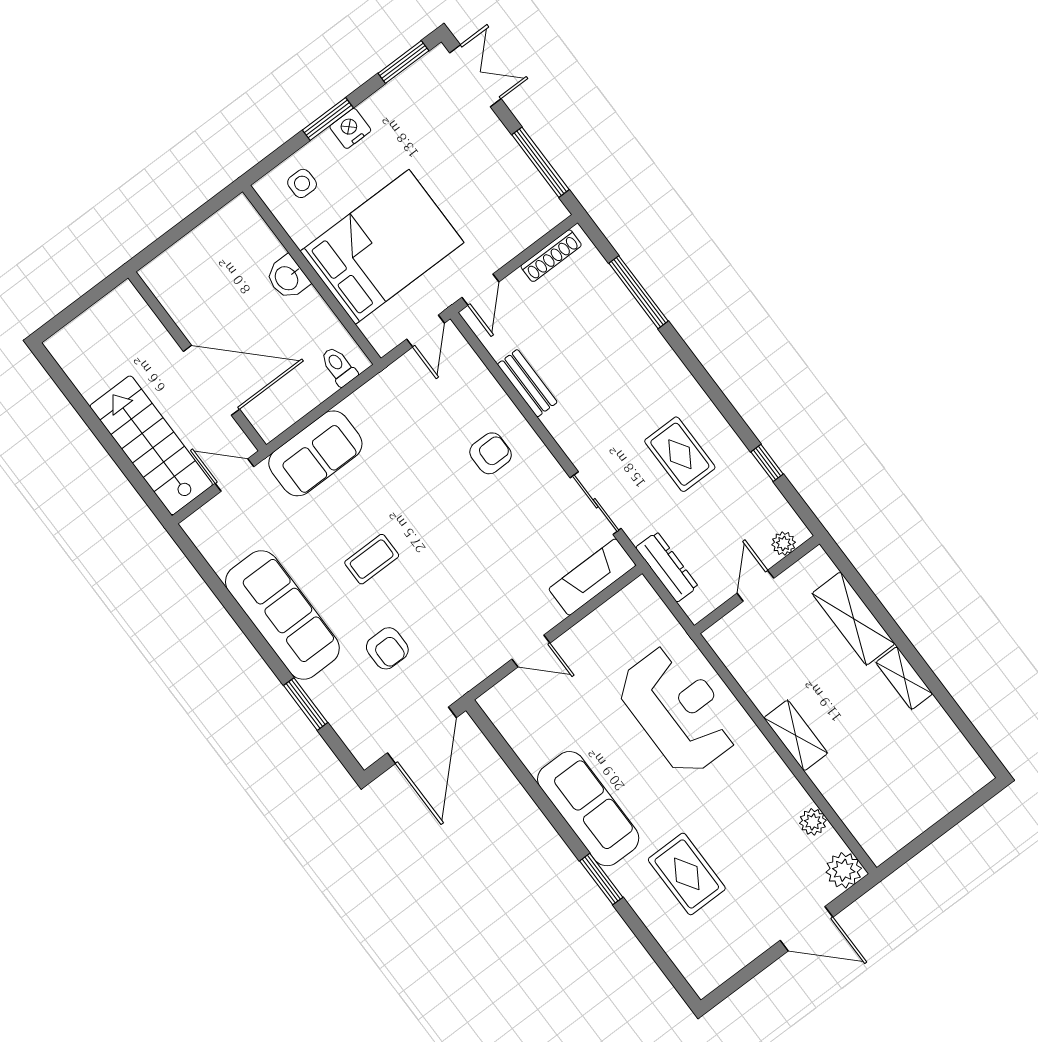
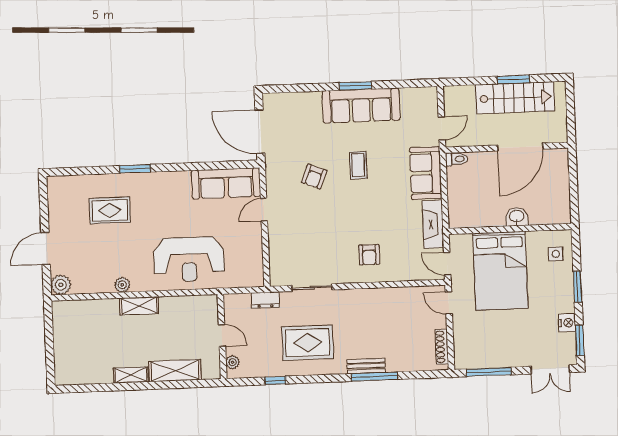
nightstand: (350, 128) -> (567, 323), moved
window: (638, 292) -> (374, 377), moved
toilet: (339, 366) -> (457, 159), moved
door: (211, 380) -> (520, 147), moved
bench: (527, 383) -> (366, 366), moved
window: (92, 420) -> (513, 79), added
stairs: (151, 445) -> (515, 98), moved
rug: (680, 454) -> (308, 343), width x1.36, depth x1.43
dresser: (667, 567) -> (265, 300), width x0.70
fireplace: (592, 577) -> (433, 224), moved, turned 180
armchair: (387, 648) -> (314, 177), moved, turned -68
window: (306, 704) -> (356, 86), moved
sofa: (588, 809) -> (226, 183), moved
plant: (813, 822) -> (122, 285), moved

